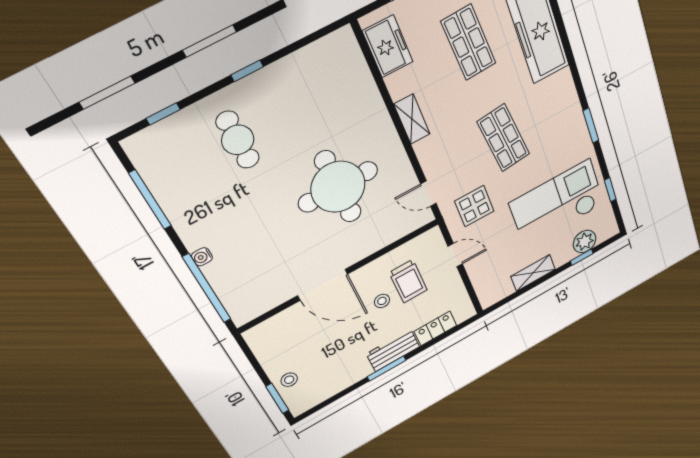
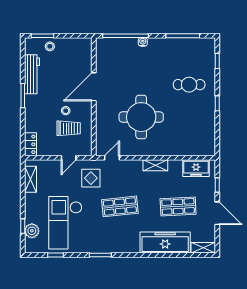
checkout: (557, 203) -> (65, 223), turned 180
shelving: (533, 273) -> (30, 179), moved
trolley: (408, 281) -> (69, 128), turned 180
locker: (435, 328) -> (30, 144), moved
workbench: (393, 350) -> (32, 74), moved, width x1.38

